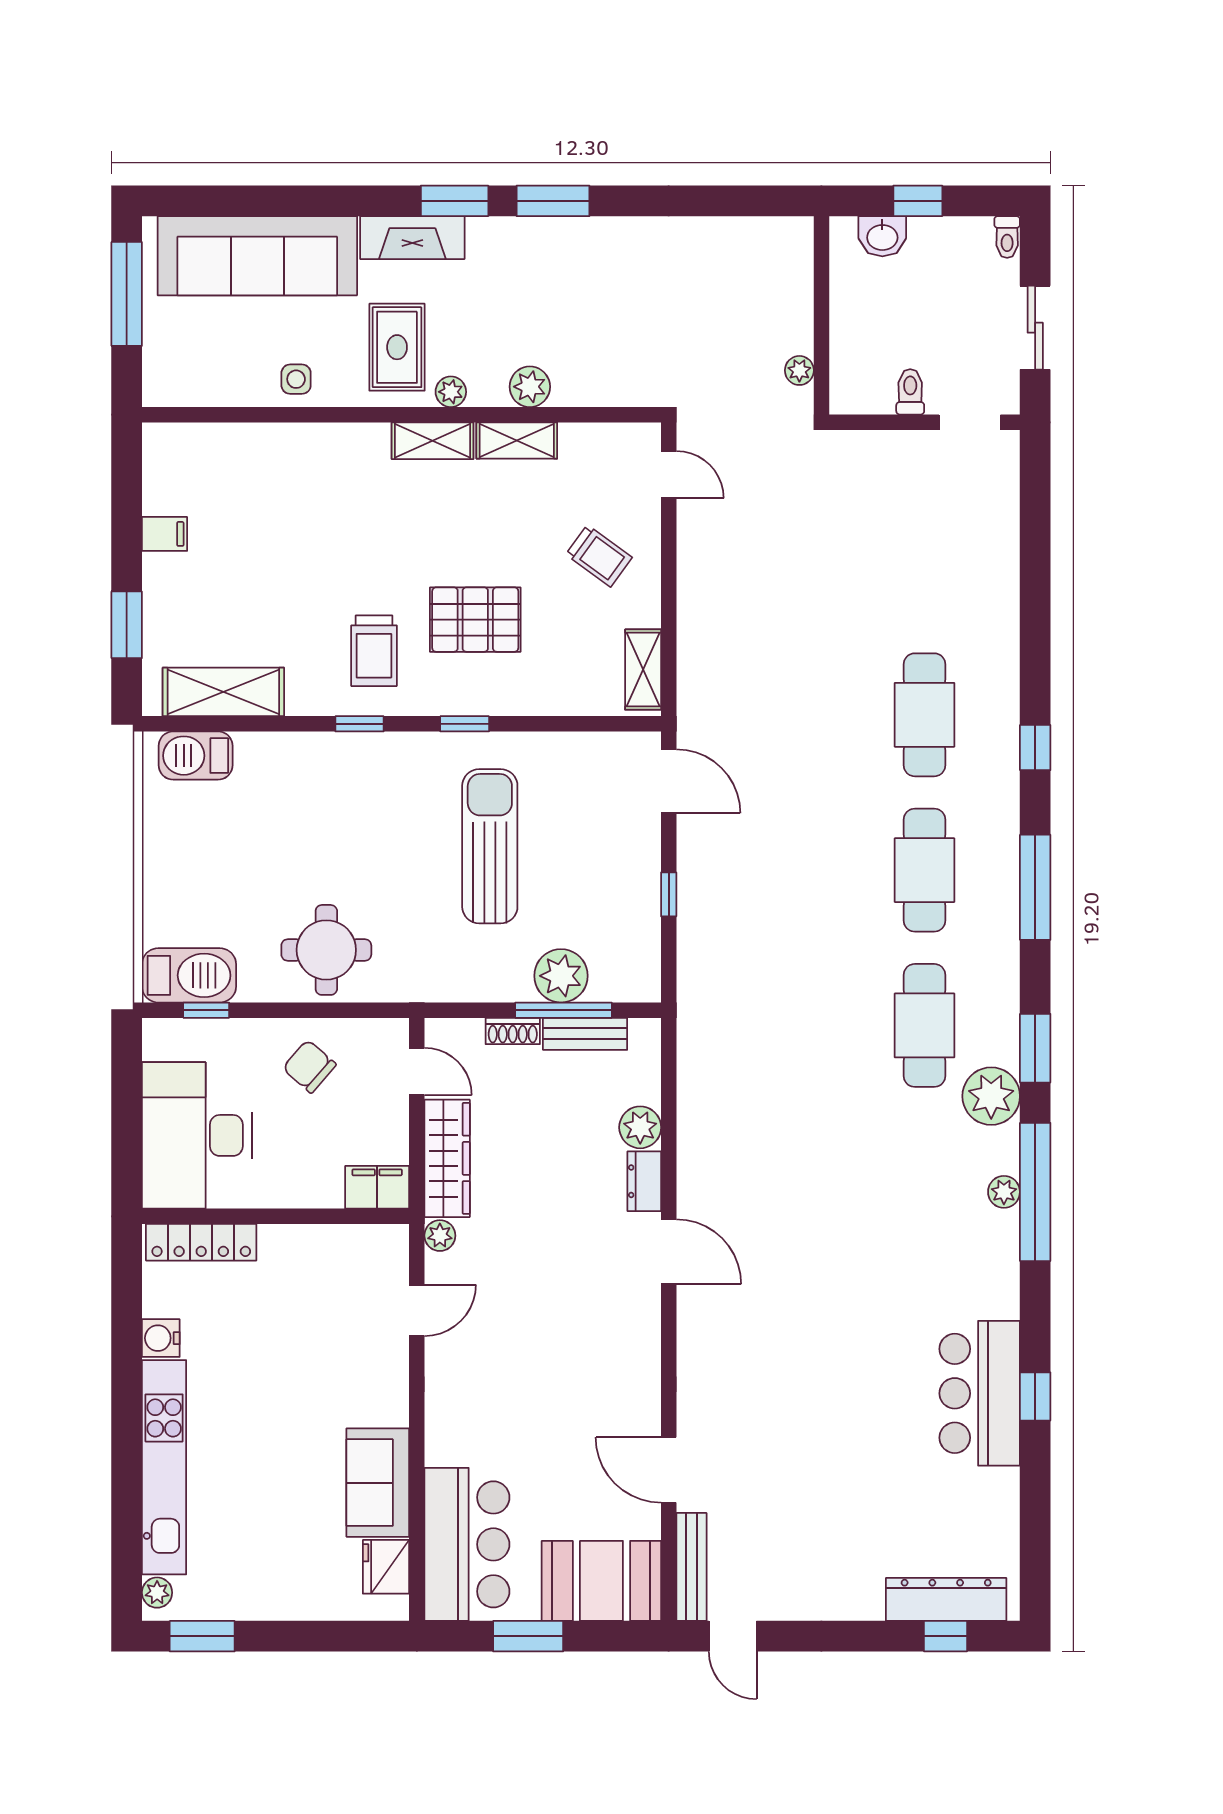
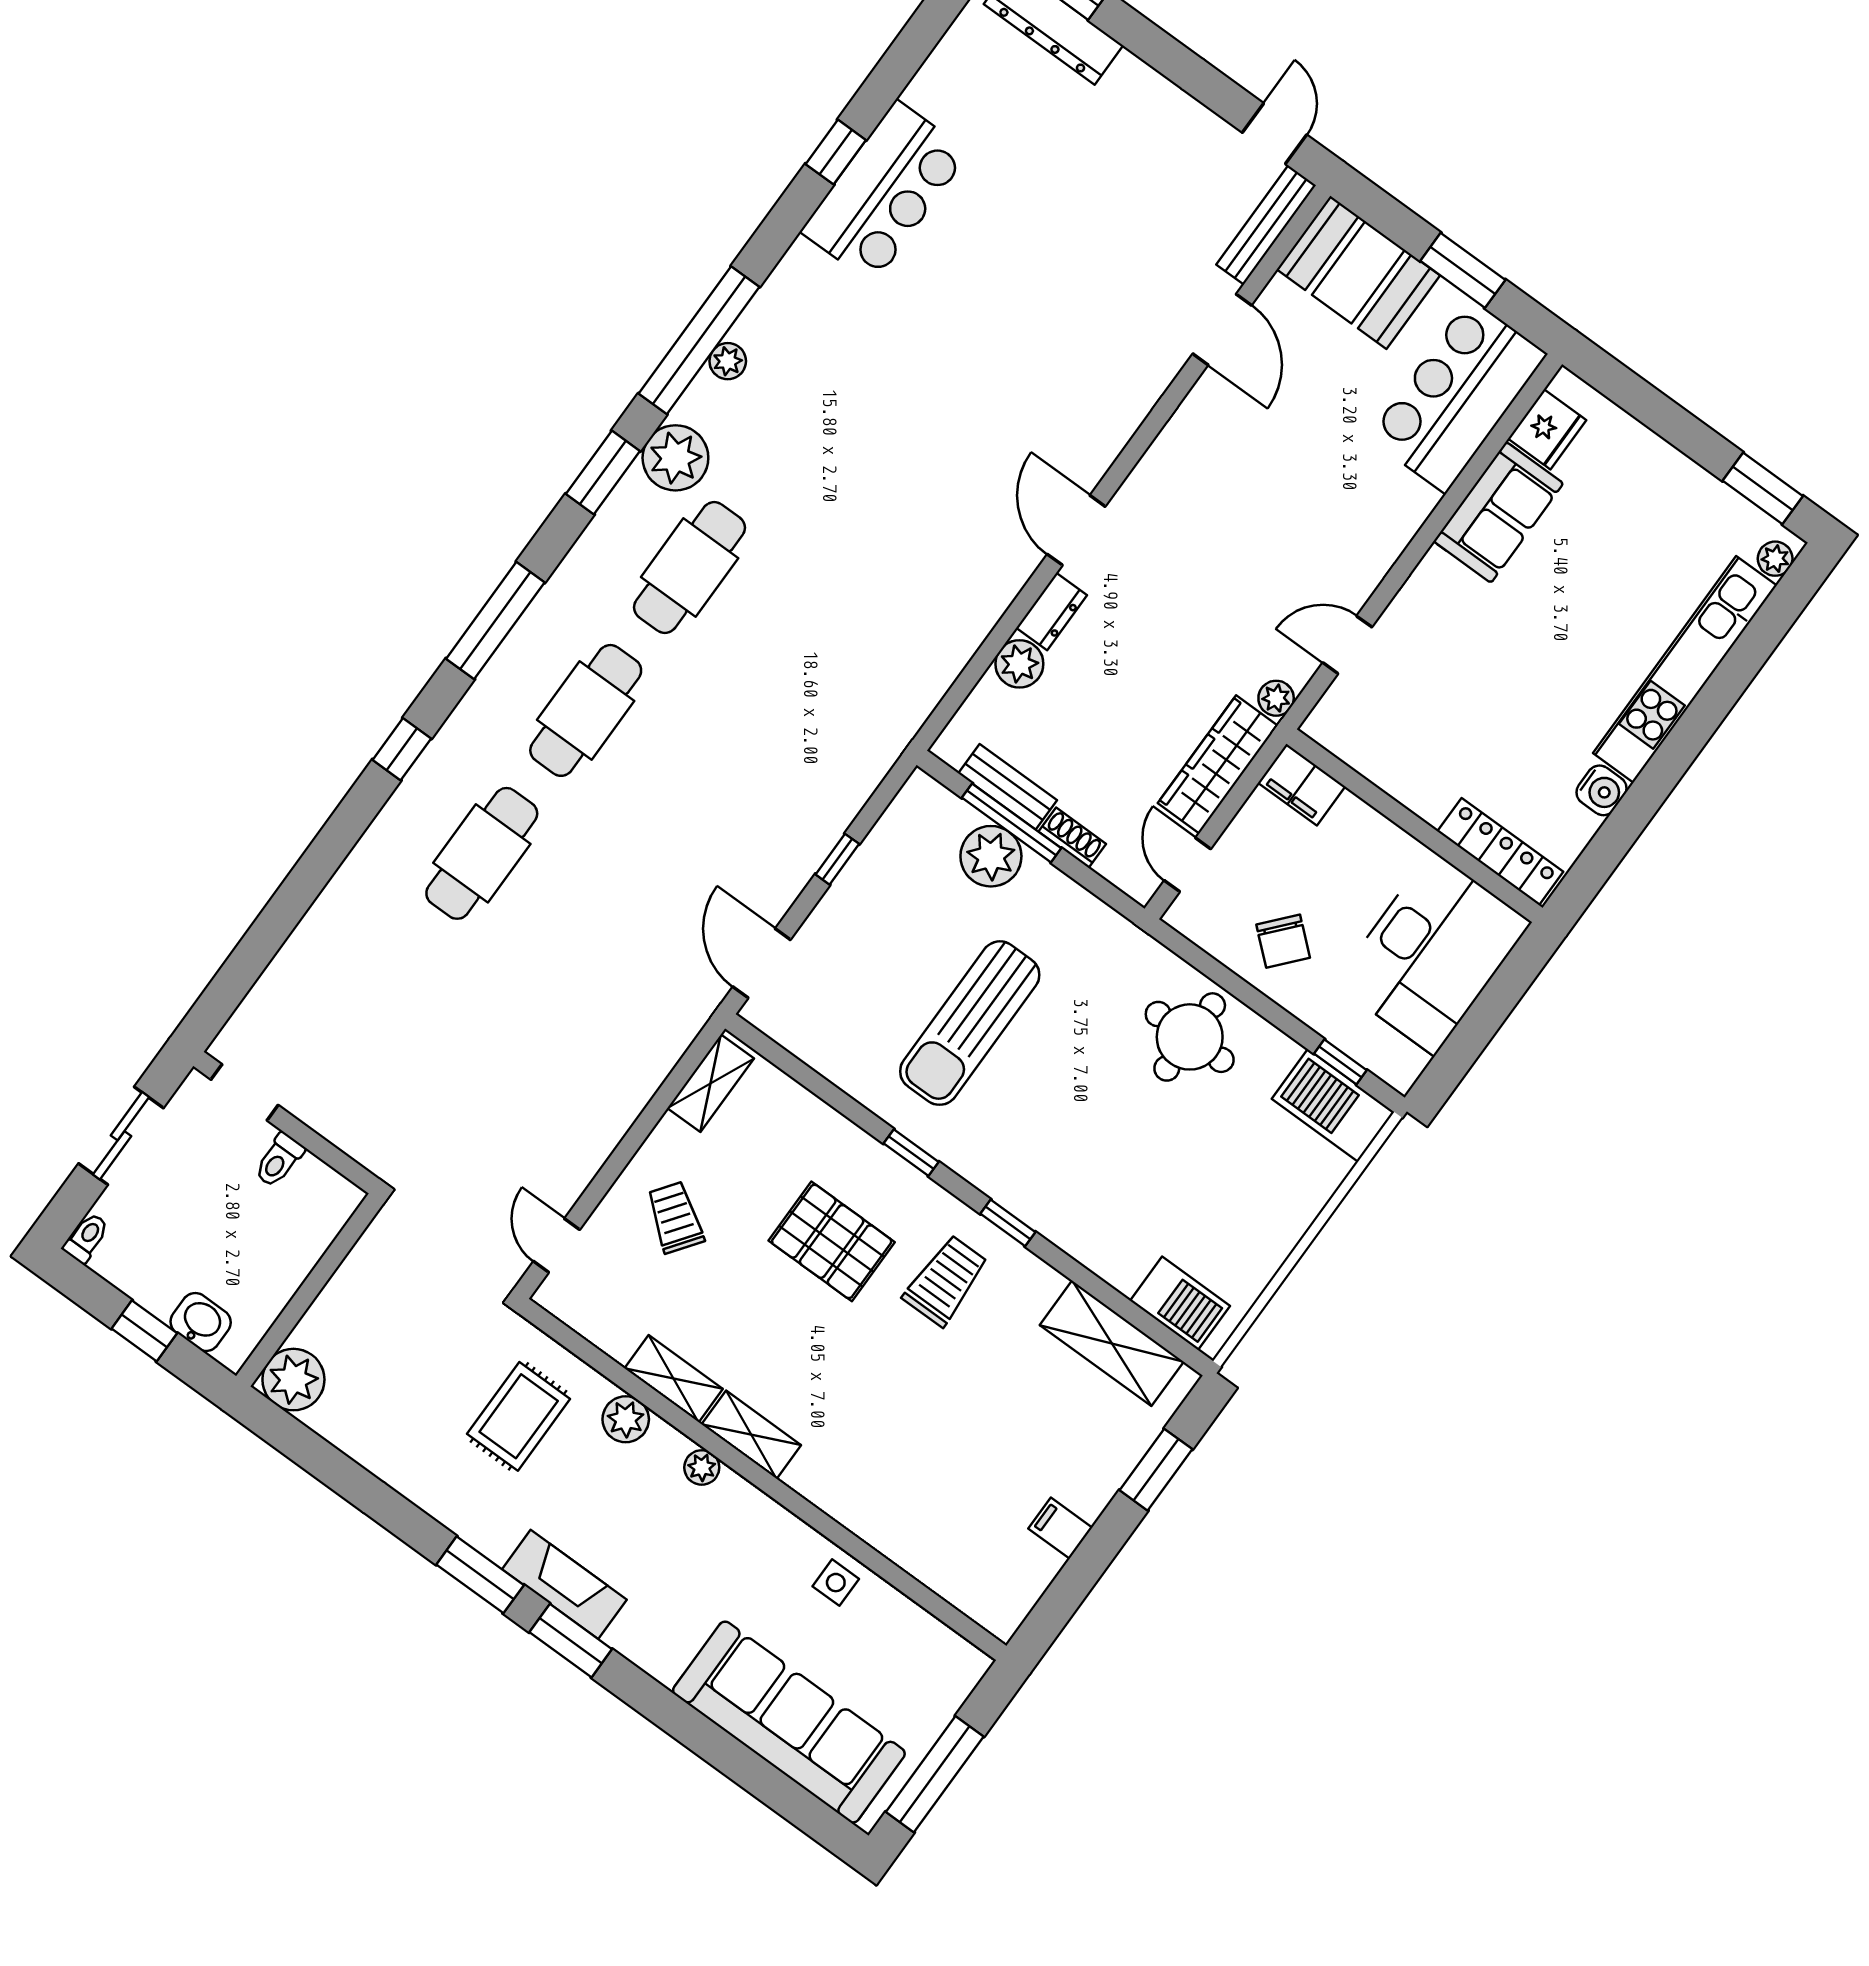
fireplace: (412, 238) -> (564, 1584), moved
rug: (397, 347) -> (519, 1416), moved
plant: (799, 370) -> (293, 1380), moved, width x1.88, depth x1.88

